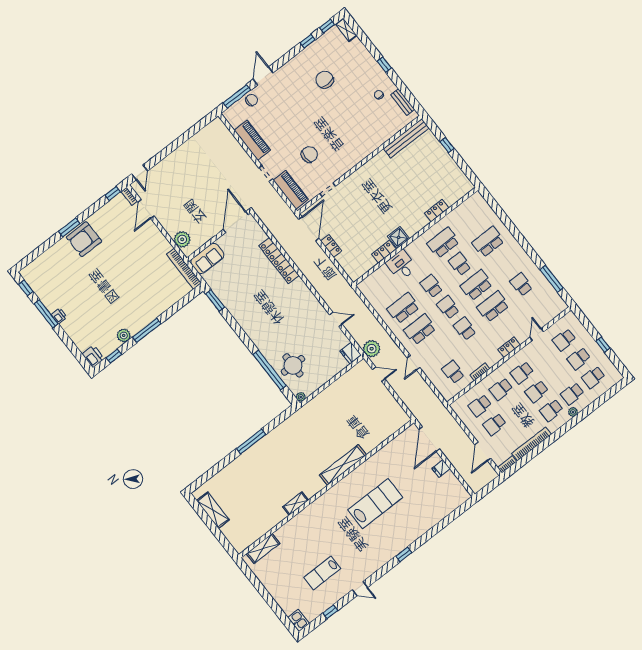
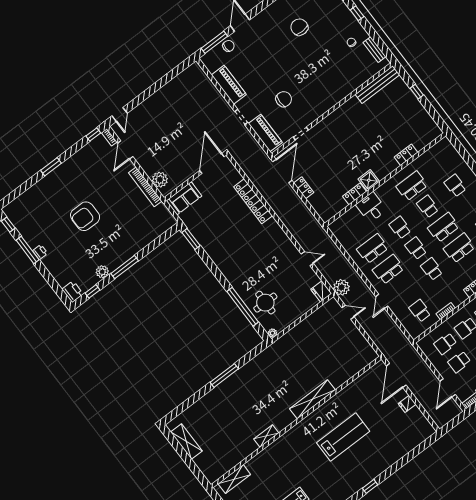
armchair: (84, 239) -> (85, 216), moved
school desk: (488, 242) -> (455, 186), width x0.54
bookcase: (184, 269) -> (145, 187), moved

